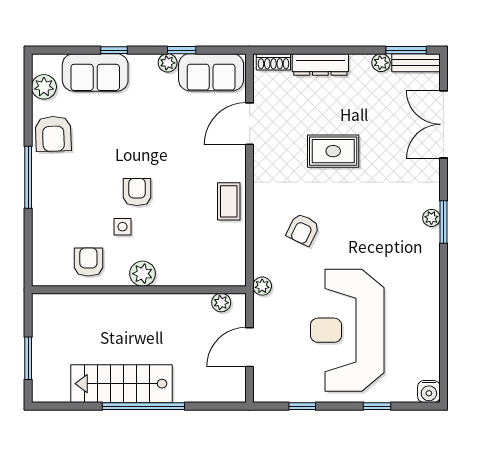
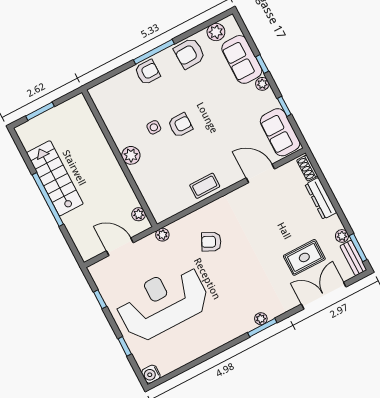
plant: (168, 63) -> (262, 84), moved
rug: (333, 151) -> (304, 257), moved, turned 90
armchair: (88, 262) -> (147, 72), moved

